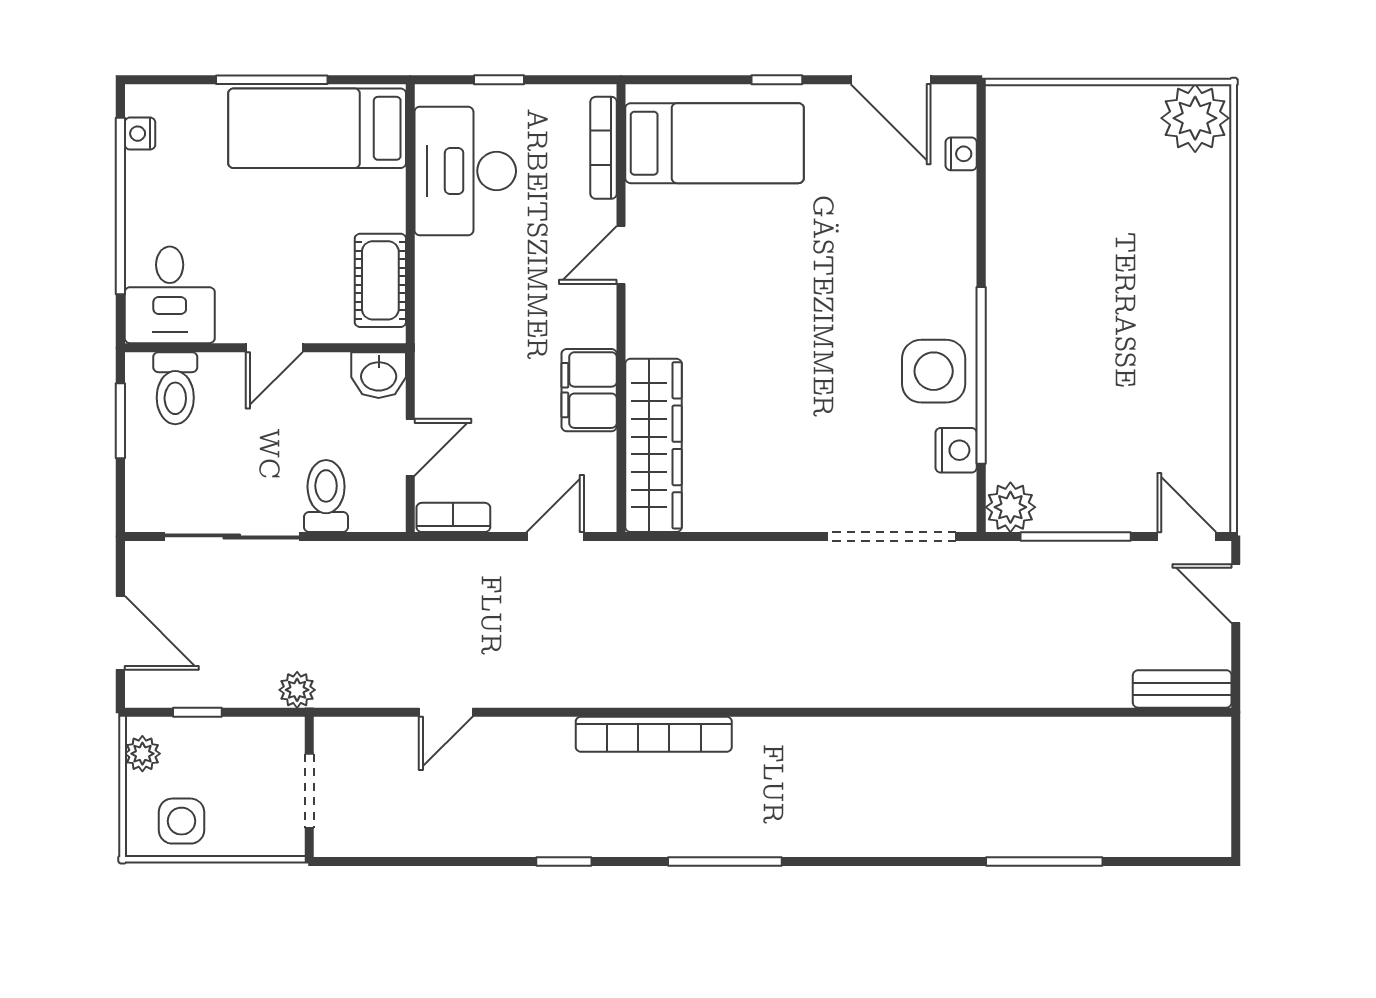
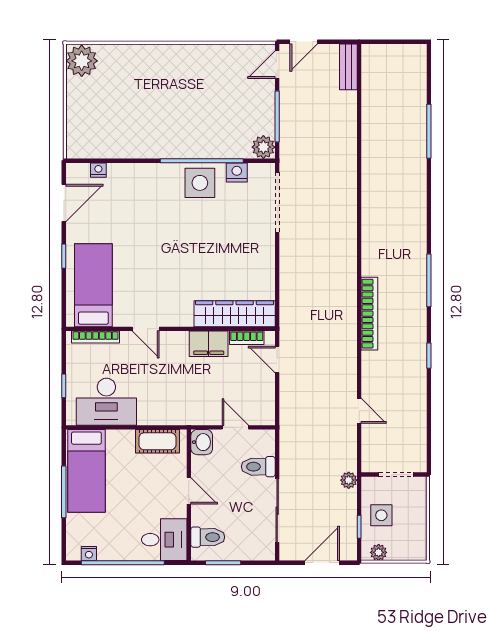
bookcase: (453, 517) -> (247, 338), moved, turned -90
side table: (181, 821) -> (381, 515), moved

